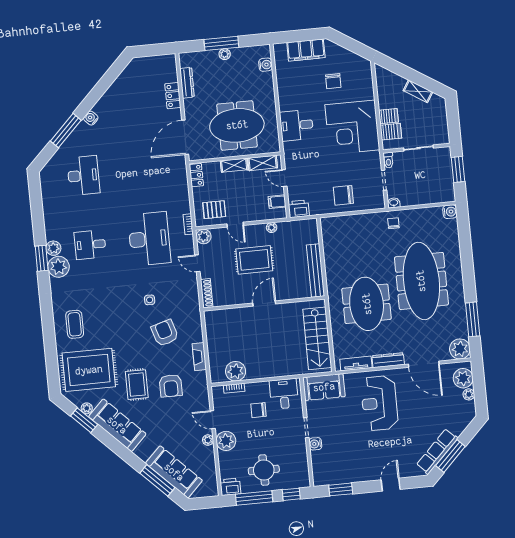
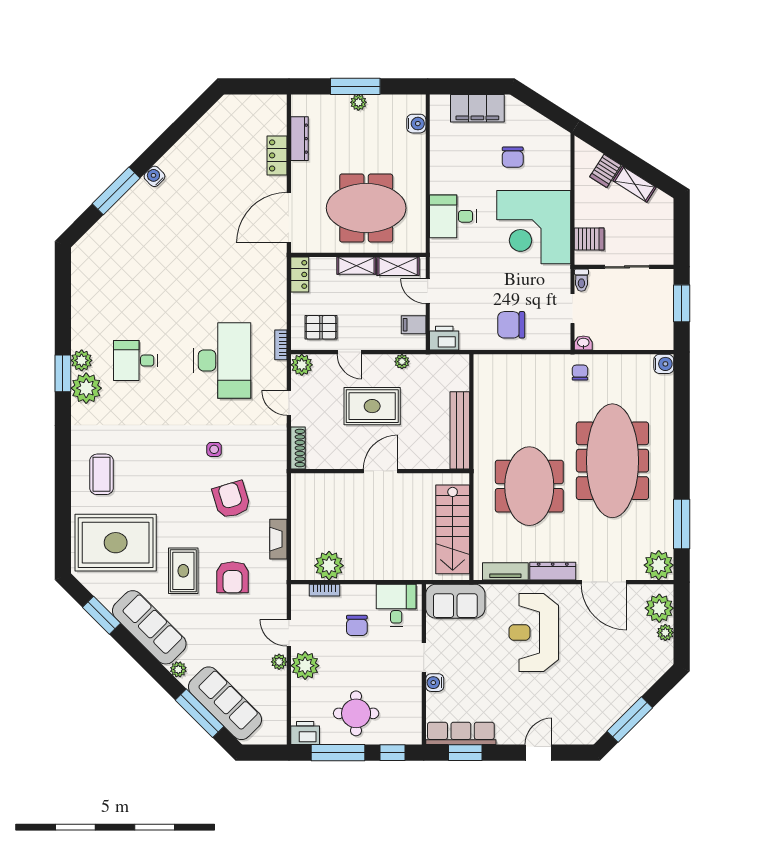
server rack: (388, 116) -> (605, 171), moved, turned 122
desk: (83, 175) -> (135, 259), removed
plant: (87, 408) -> (178, 669), moved
chair: (258, 410) -> (357, 625), turned -90
row of seats: (437, 451) -> (461, 733), moved, turned 45

